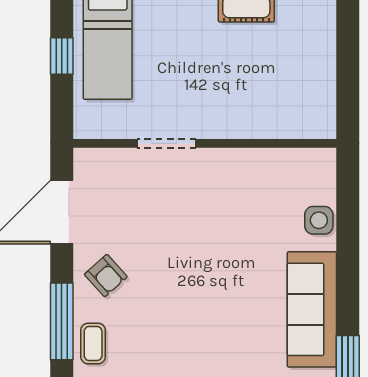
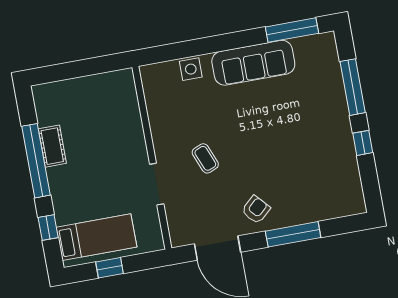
coffee table: (93, 343) -> (205, 158), moved, turned 68

